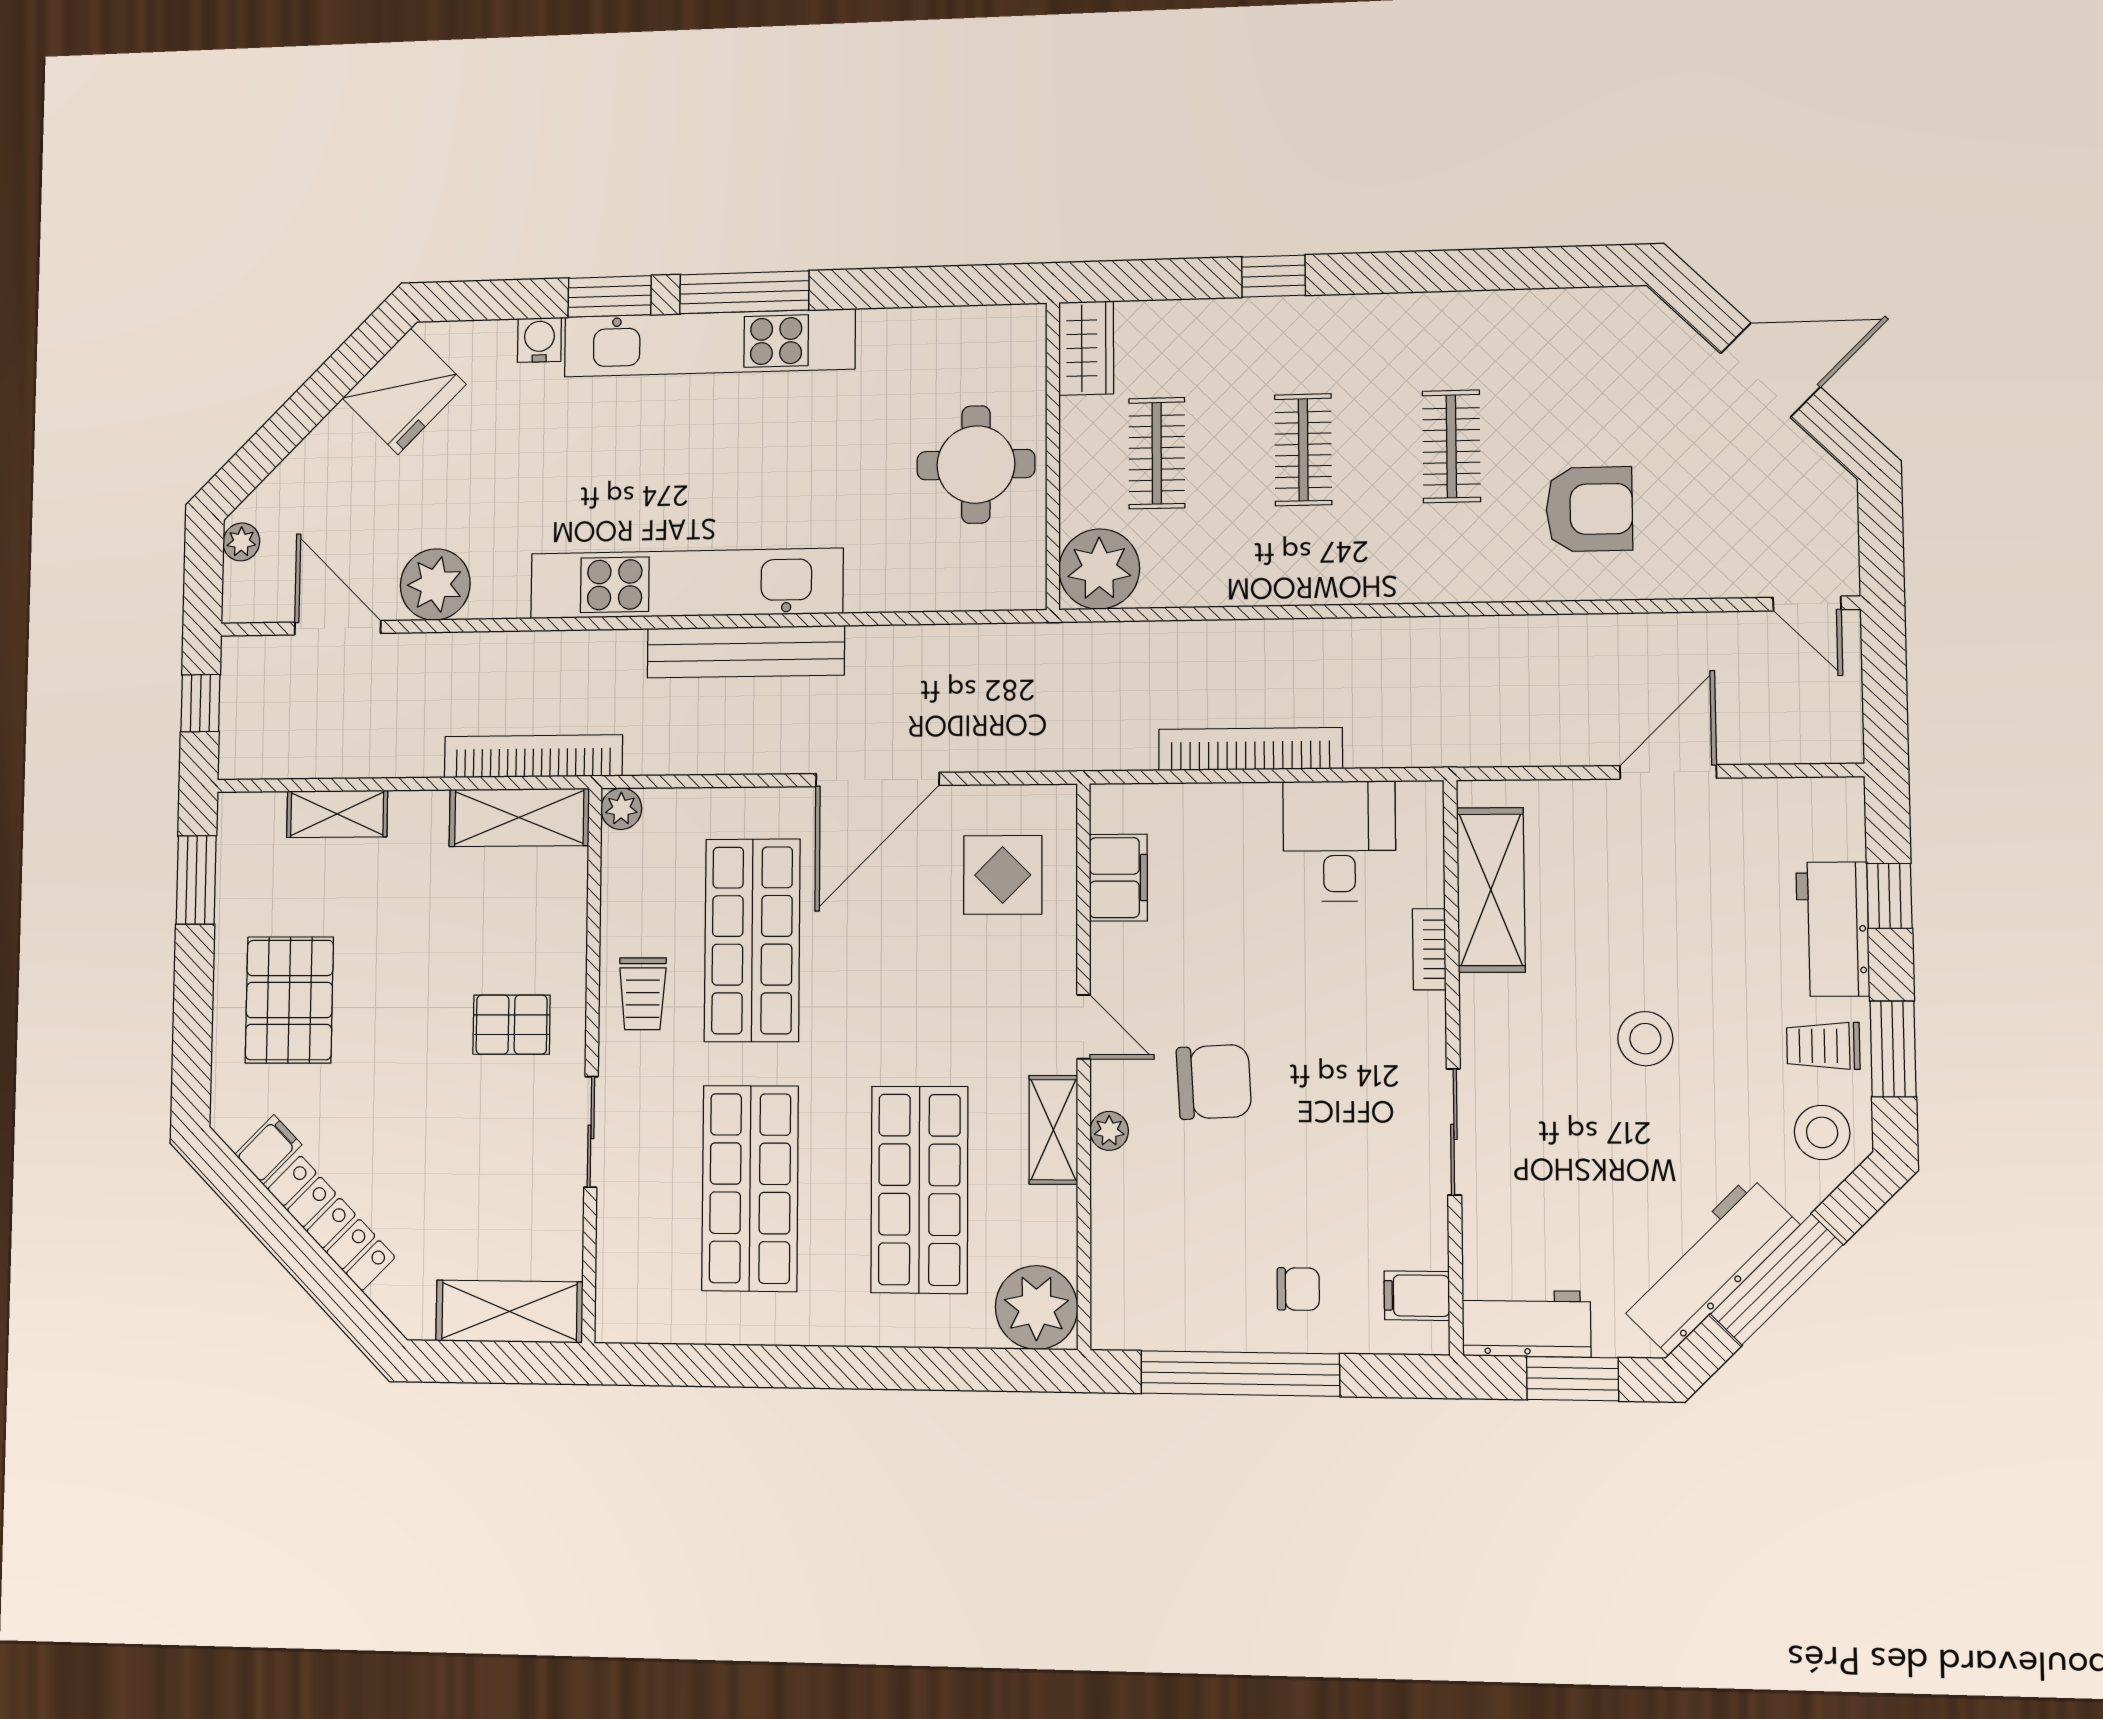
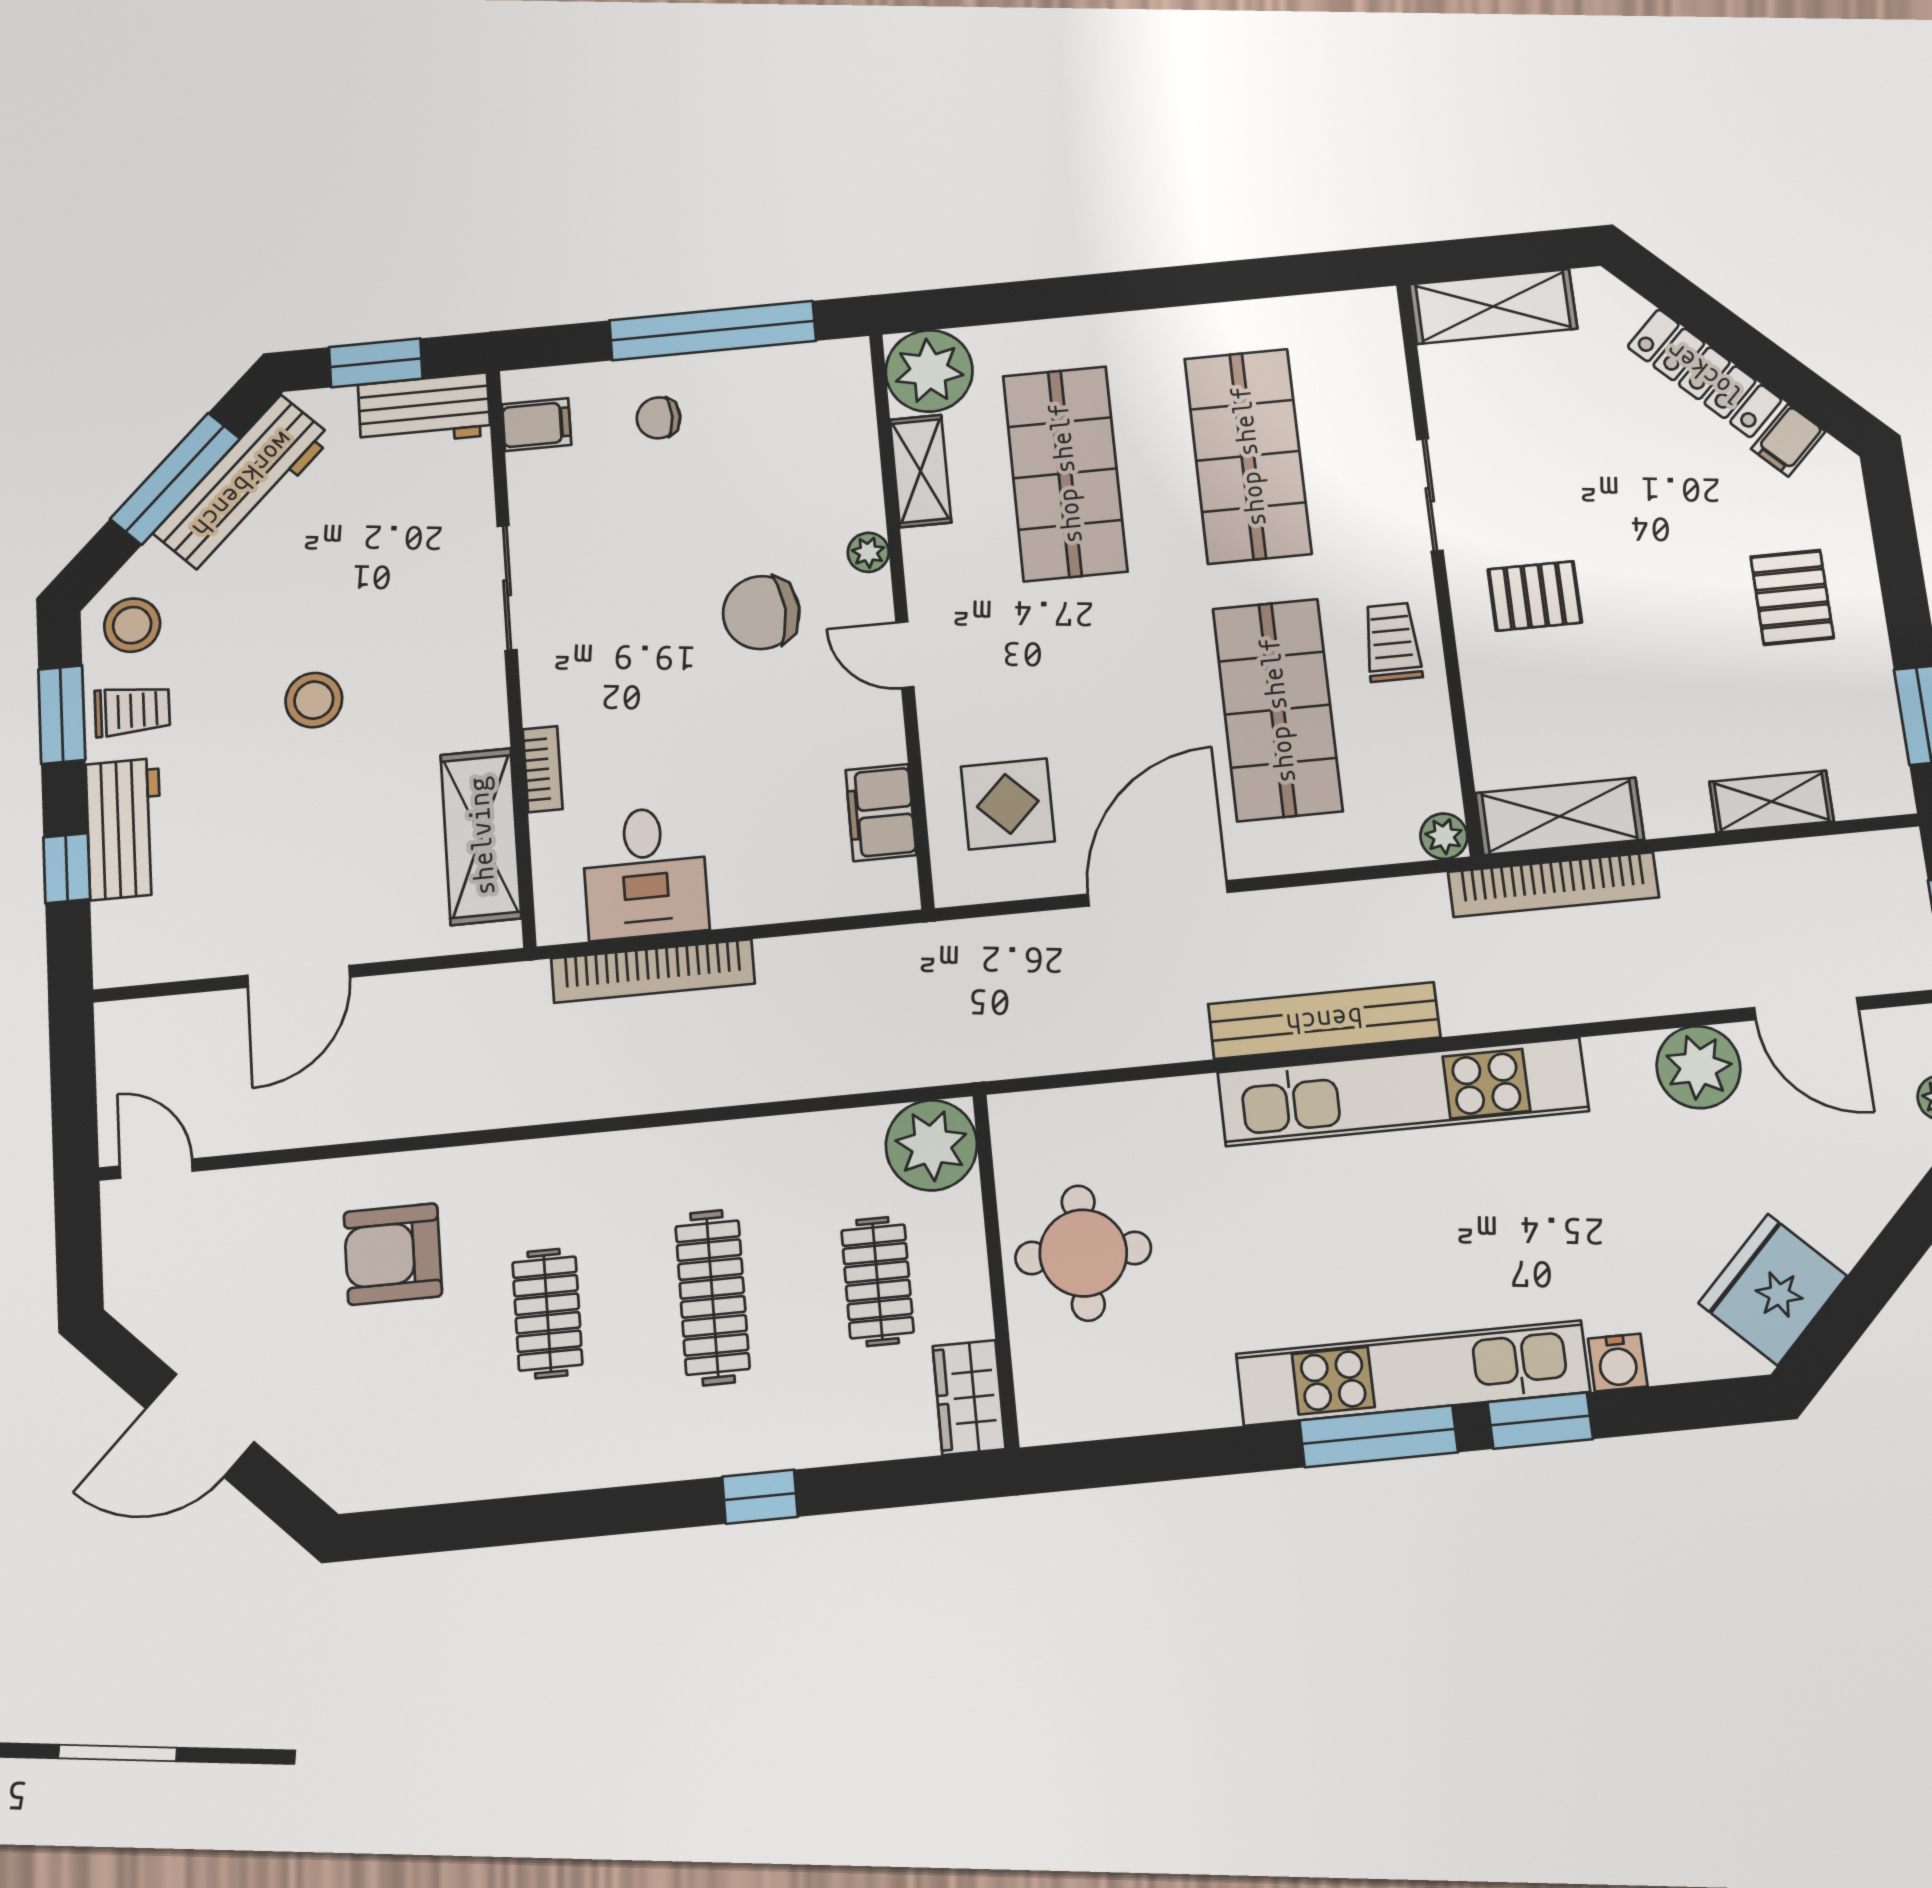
clothes rail: (1303, 450) -> (713, 1297), width x1.36
bookcase: (1250, 749) -> (653, 971), moved
pallet: (289, 1000) -> (1792, 597), width x0.67, depth x0.71
shelving: (1053, 1130) -> (921, 471), moved

